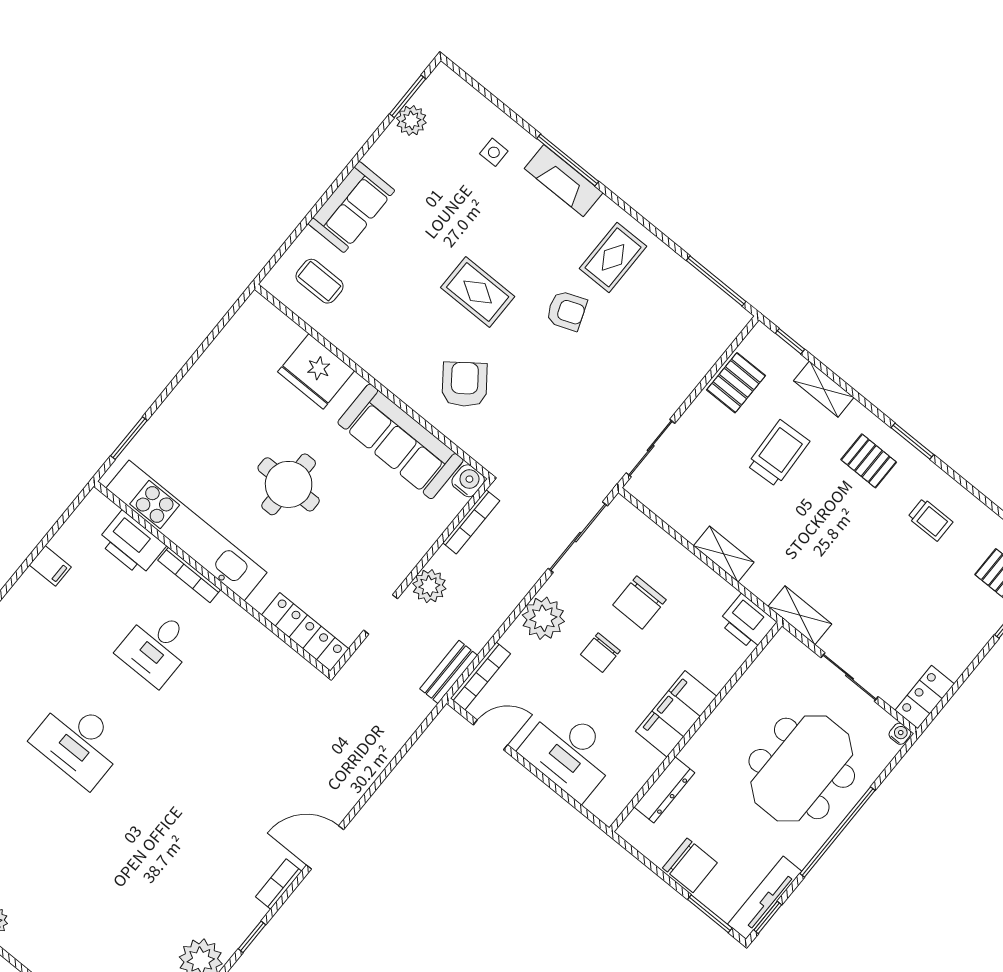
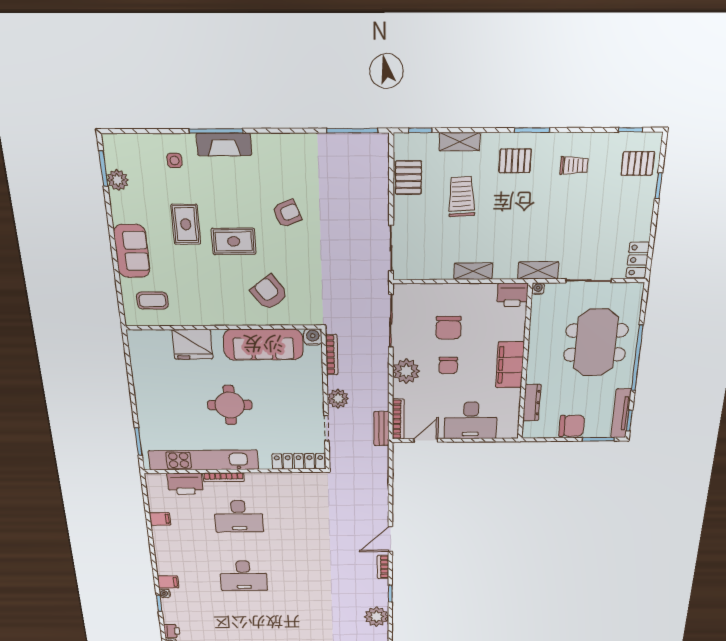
rug: (613, 257) -> (186, 224), moved
desk: (156, 647) -> (239, 516), width x1.37
water cooler: (900, 734) -> (538, 289), moved

